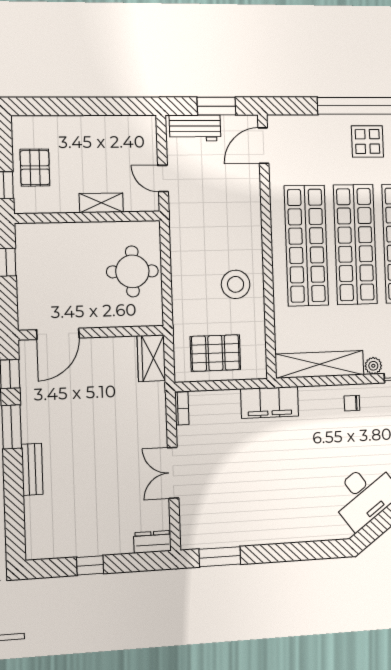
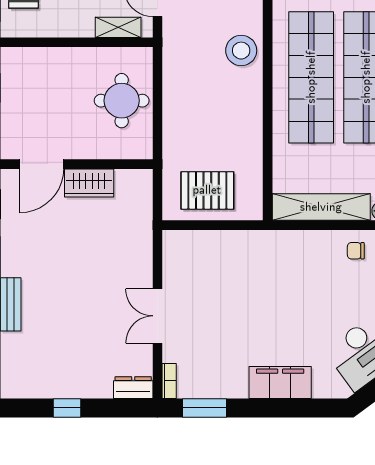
shelving: (101, 203) -> (118, 27), moved
stool: (236, 284) -> (241, 51), moved
wardrobe: (151, 358) -> (89, 183), moved, turned -90
filing cabinet: (270, 402) -> (280, 382), moved, turned 180
bookcase: (182, 408) -> (169, 381), moved

